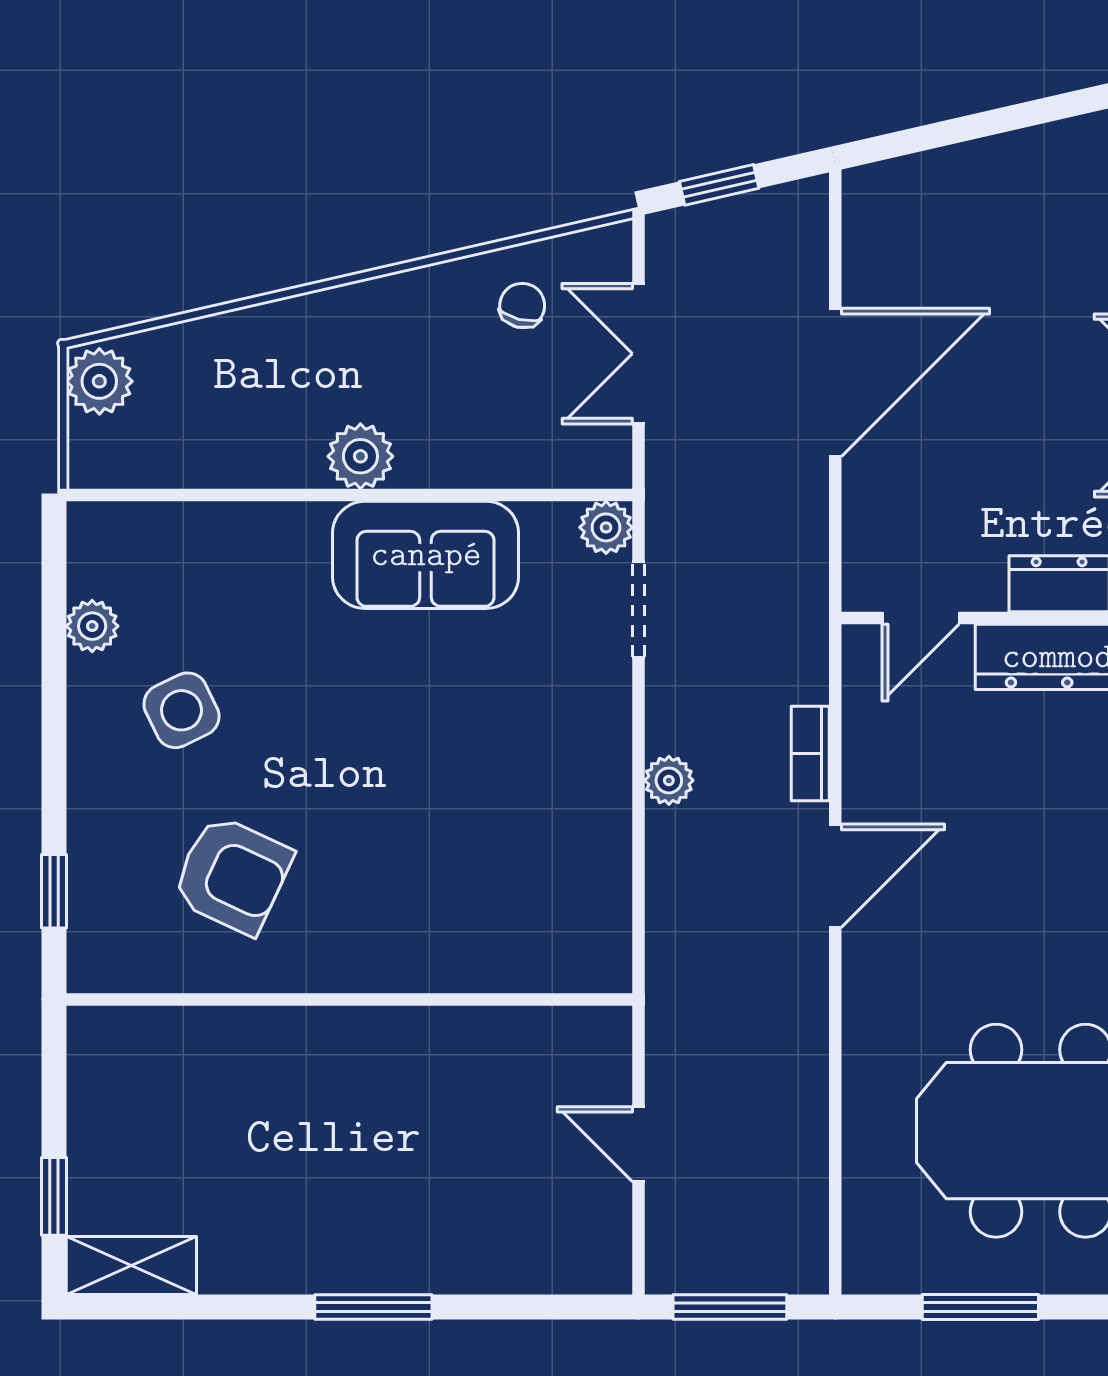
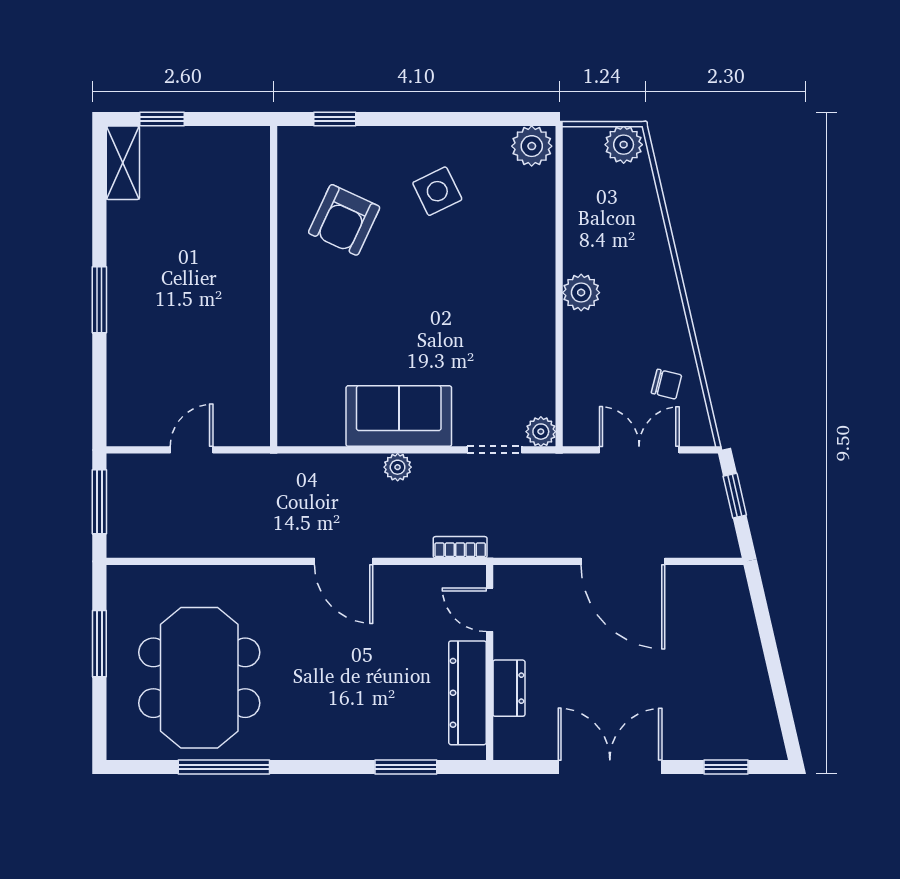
sofa: (426, 555) -> (399, 416), moved, turned 90
plant: (92, 626) -> (532, 146), moved, width x1.38, depth x1.38
bookcase: (810, 753) -> (460, 547), moved

